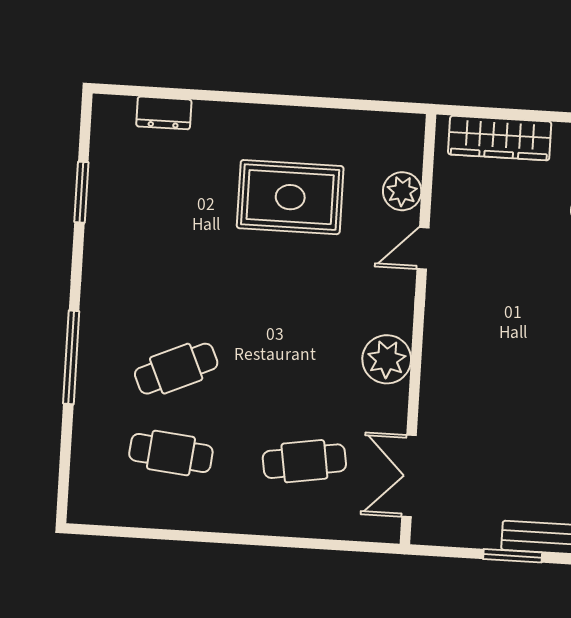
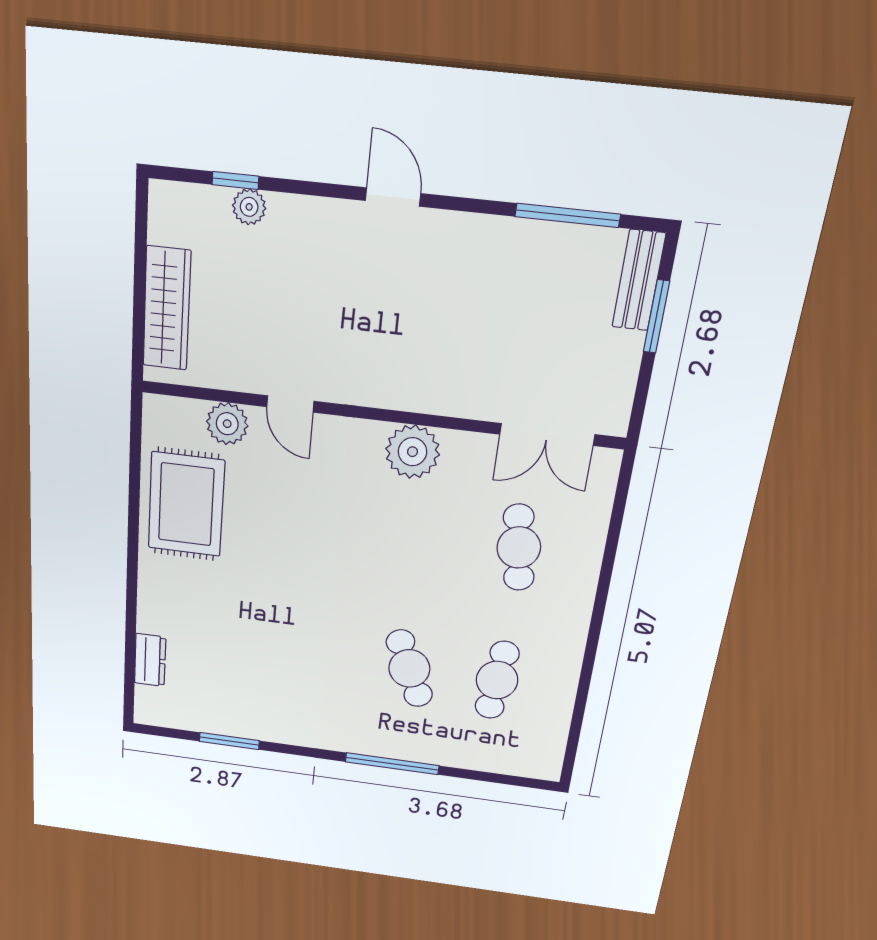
rug: (290, 197) -> (186, 504), moved

